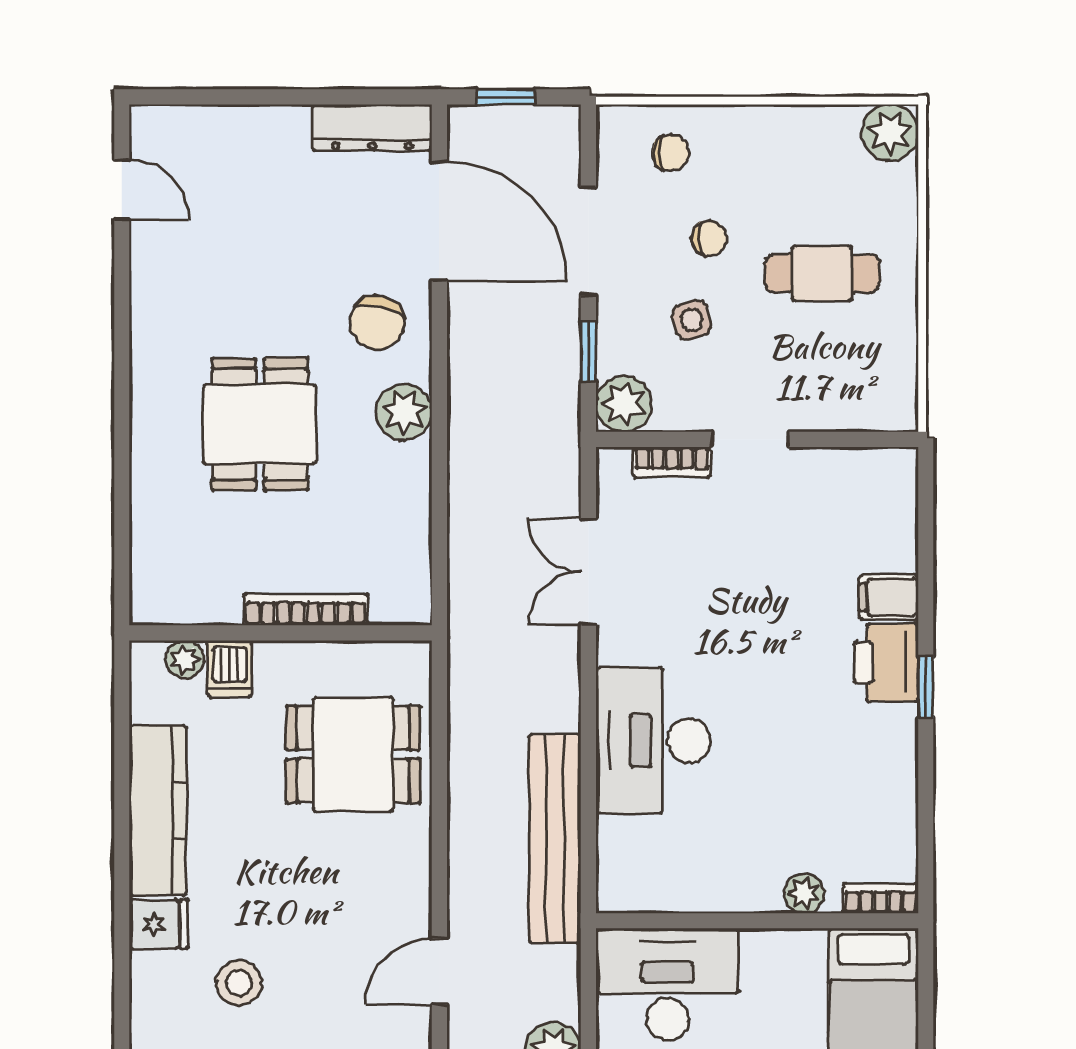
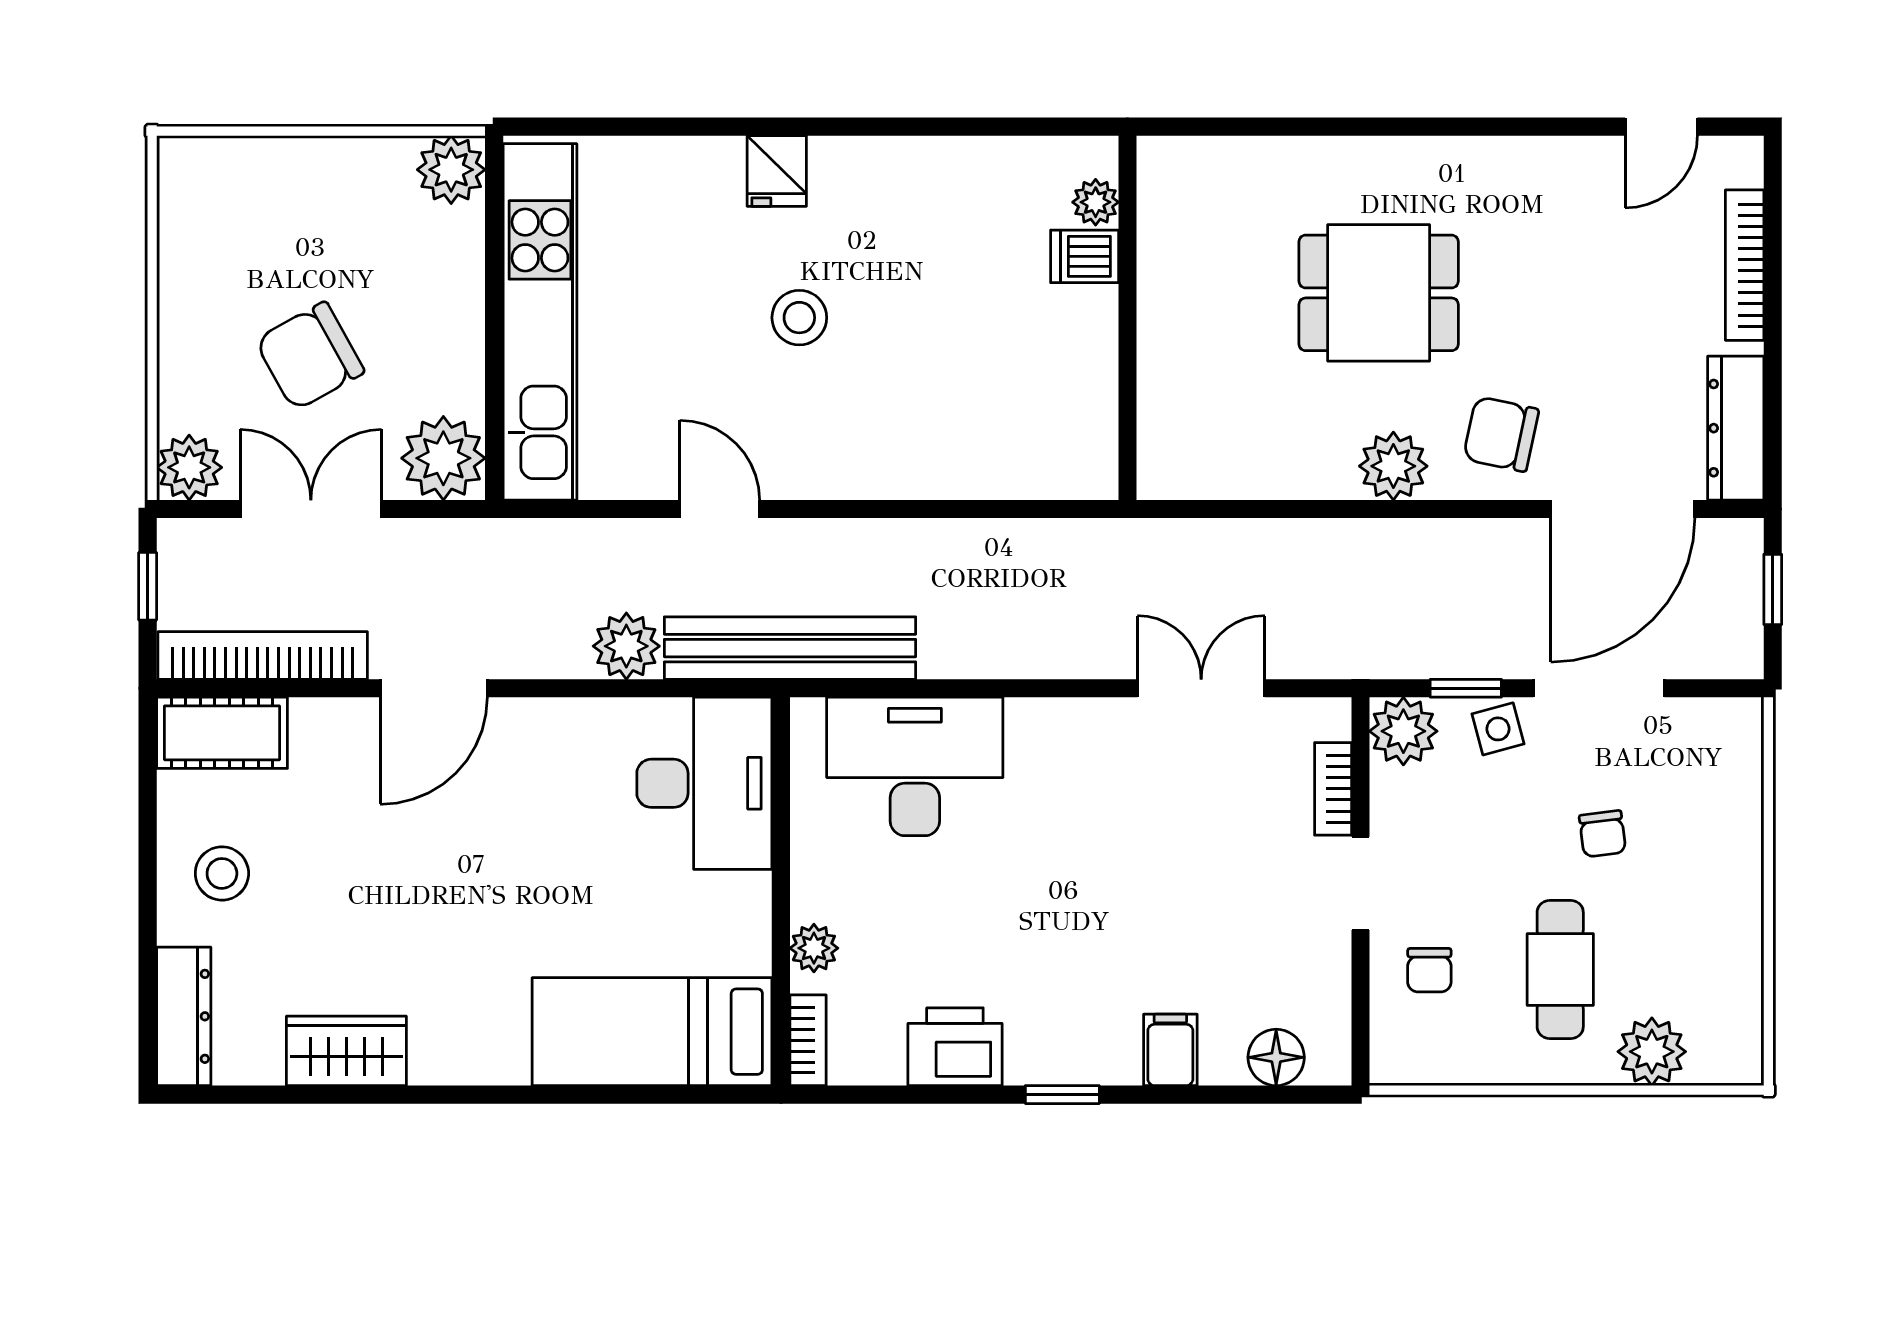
plant: (890, 133) -> (1652, 1052), moved
chair: (670, 153) -> (1429, 970), moved
side table: (692, 320) -> (1498, 729), moved
floor lamp: (895, 509) -> (1276, 1057), added
bookcase: (306, 609) -> (1745, 265), moved, turned 180
printer: (886, 663) -> (955, 1047), moved
desk: (653, 741) -> (915, 766), moved
dining table: (353, 754) -> (981, 405), removed
kitchen counter: (158, 810) -> (914, 170), removed
bench: (555, 838) -> (790, 648), moved
stool: (239, 983) -> (799, 318), moved

